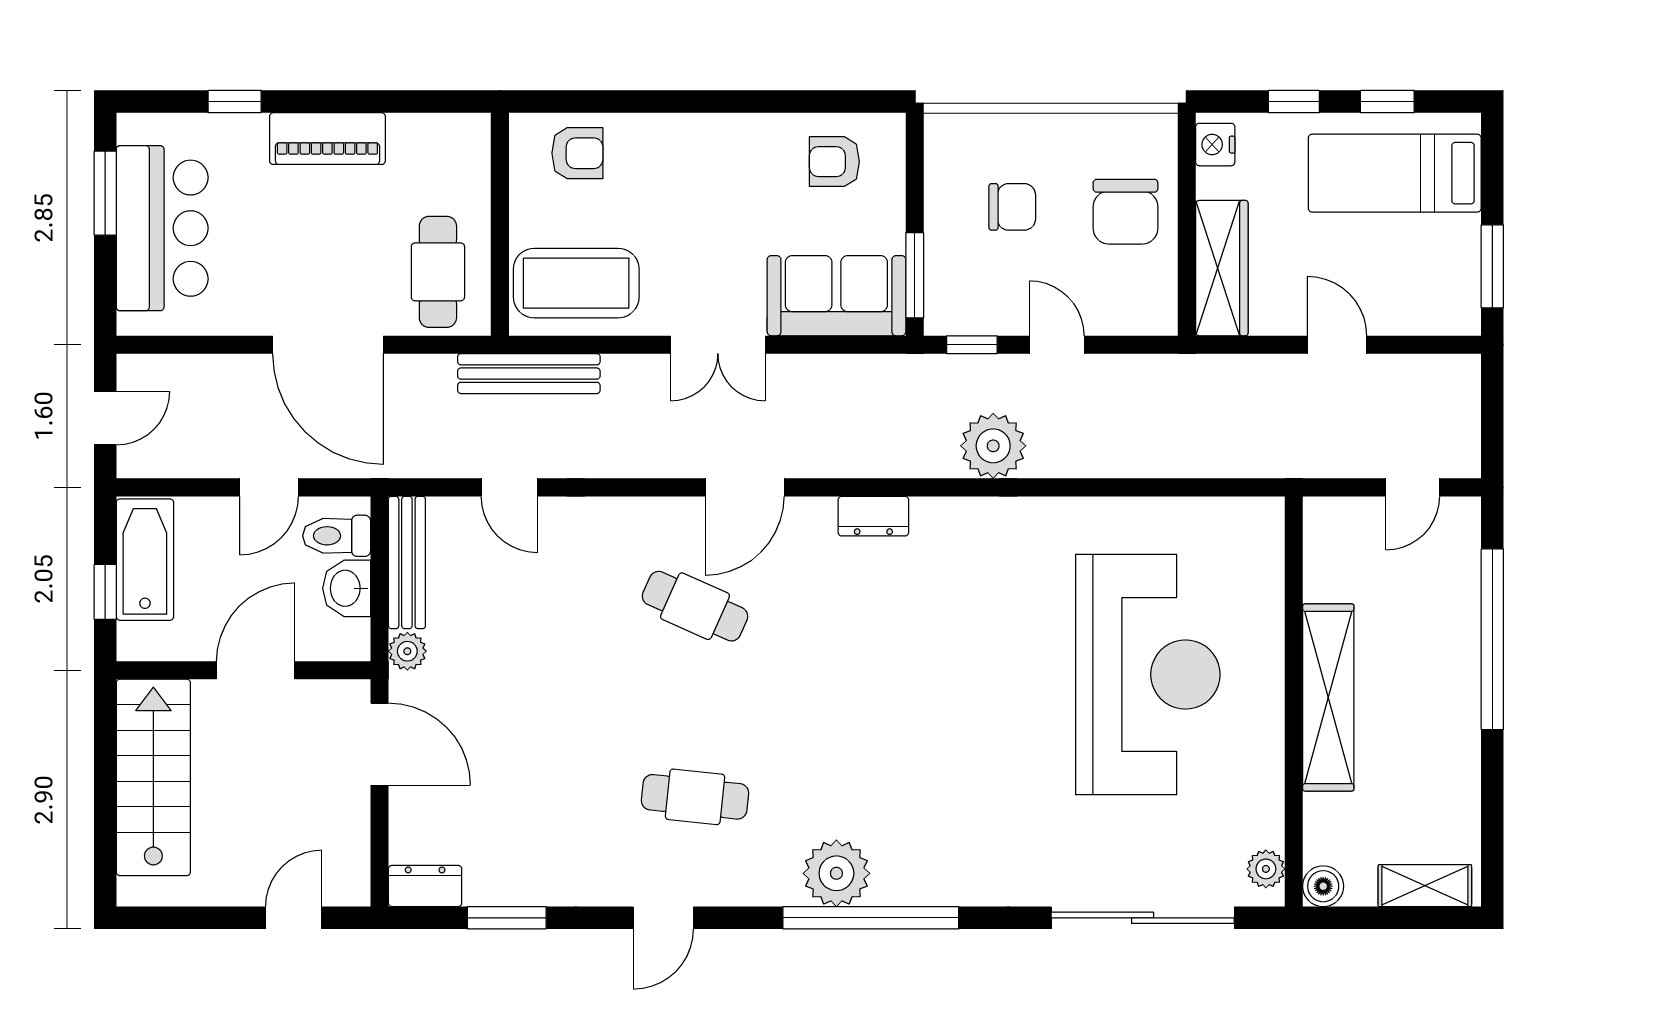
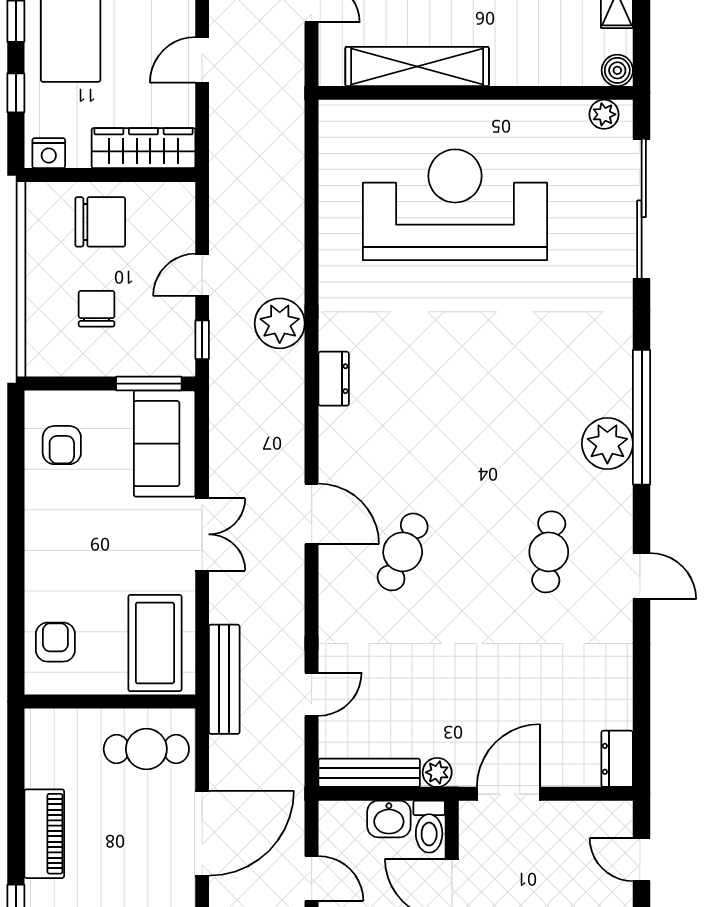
dresser: (873, 516) -> (334, 379), moved
toilet: (337, 536) -> (429, 827), moved
shelving: (1328, 697) -> (417, 66), moved
window: (507, 918) -> (642, 696), removed

